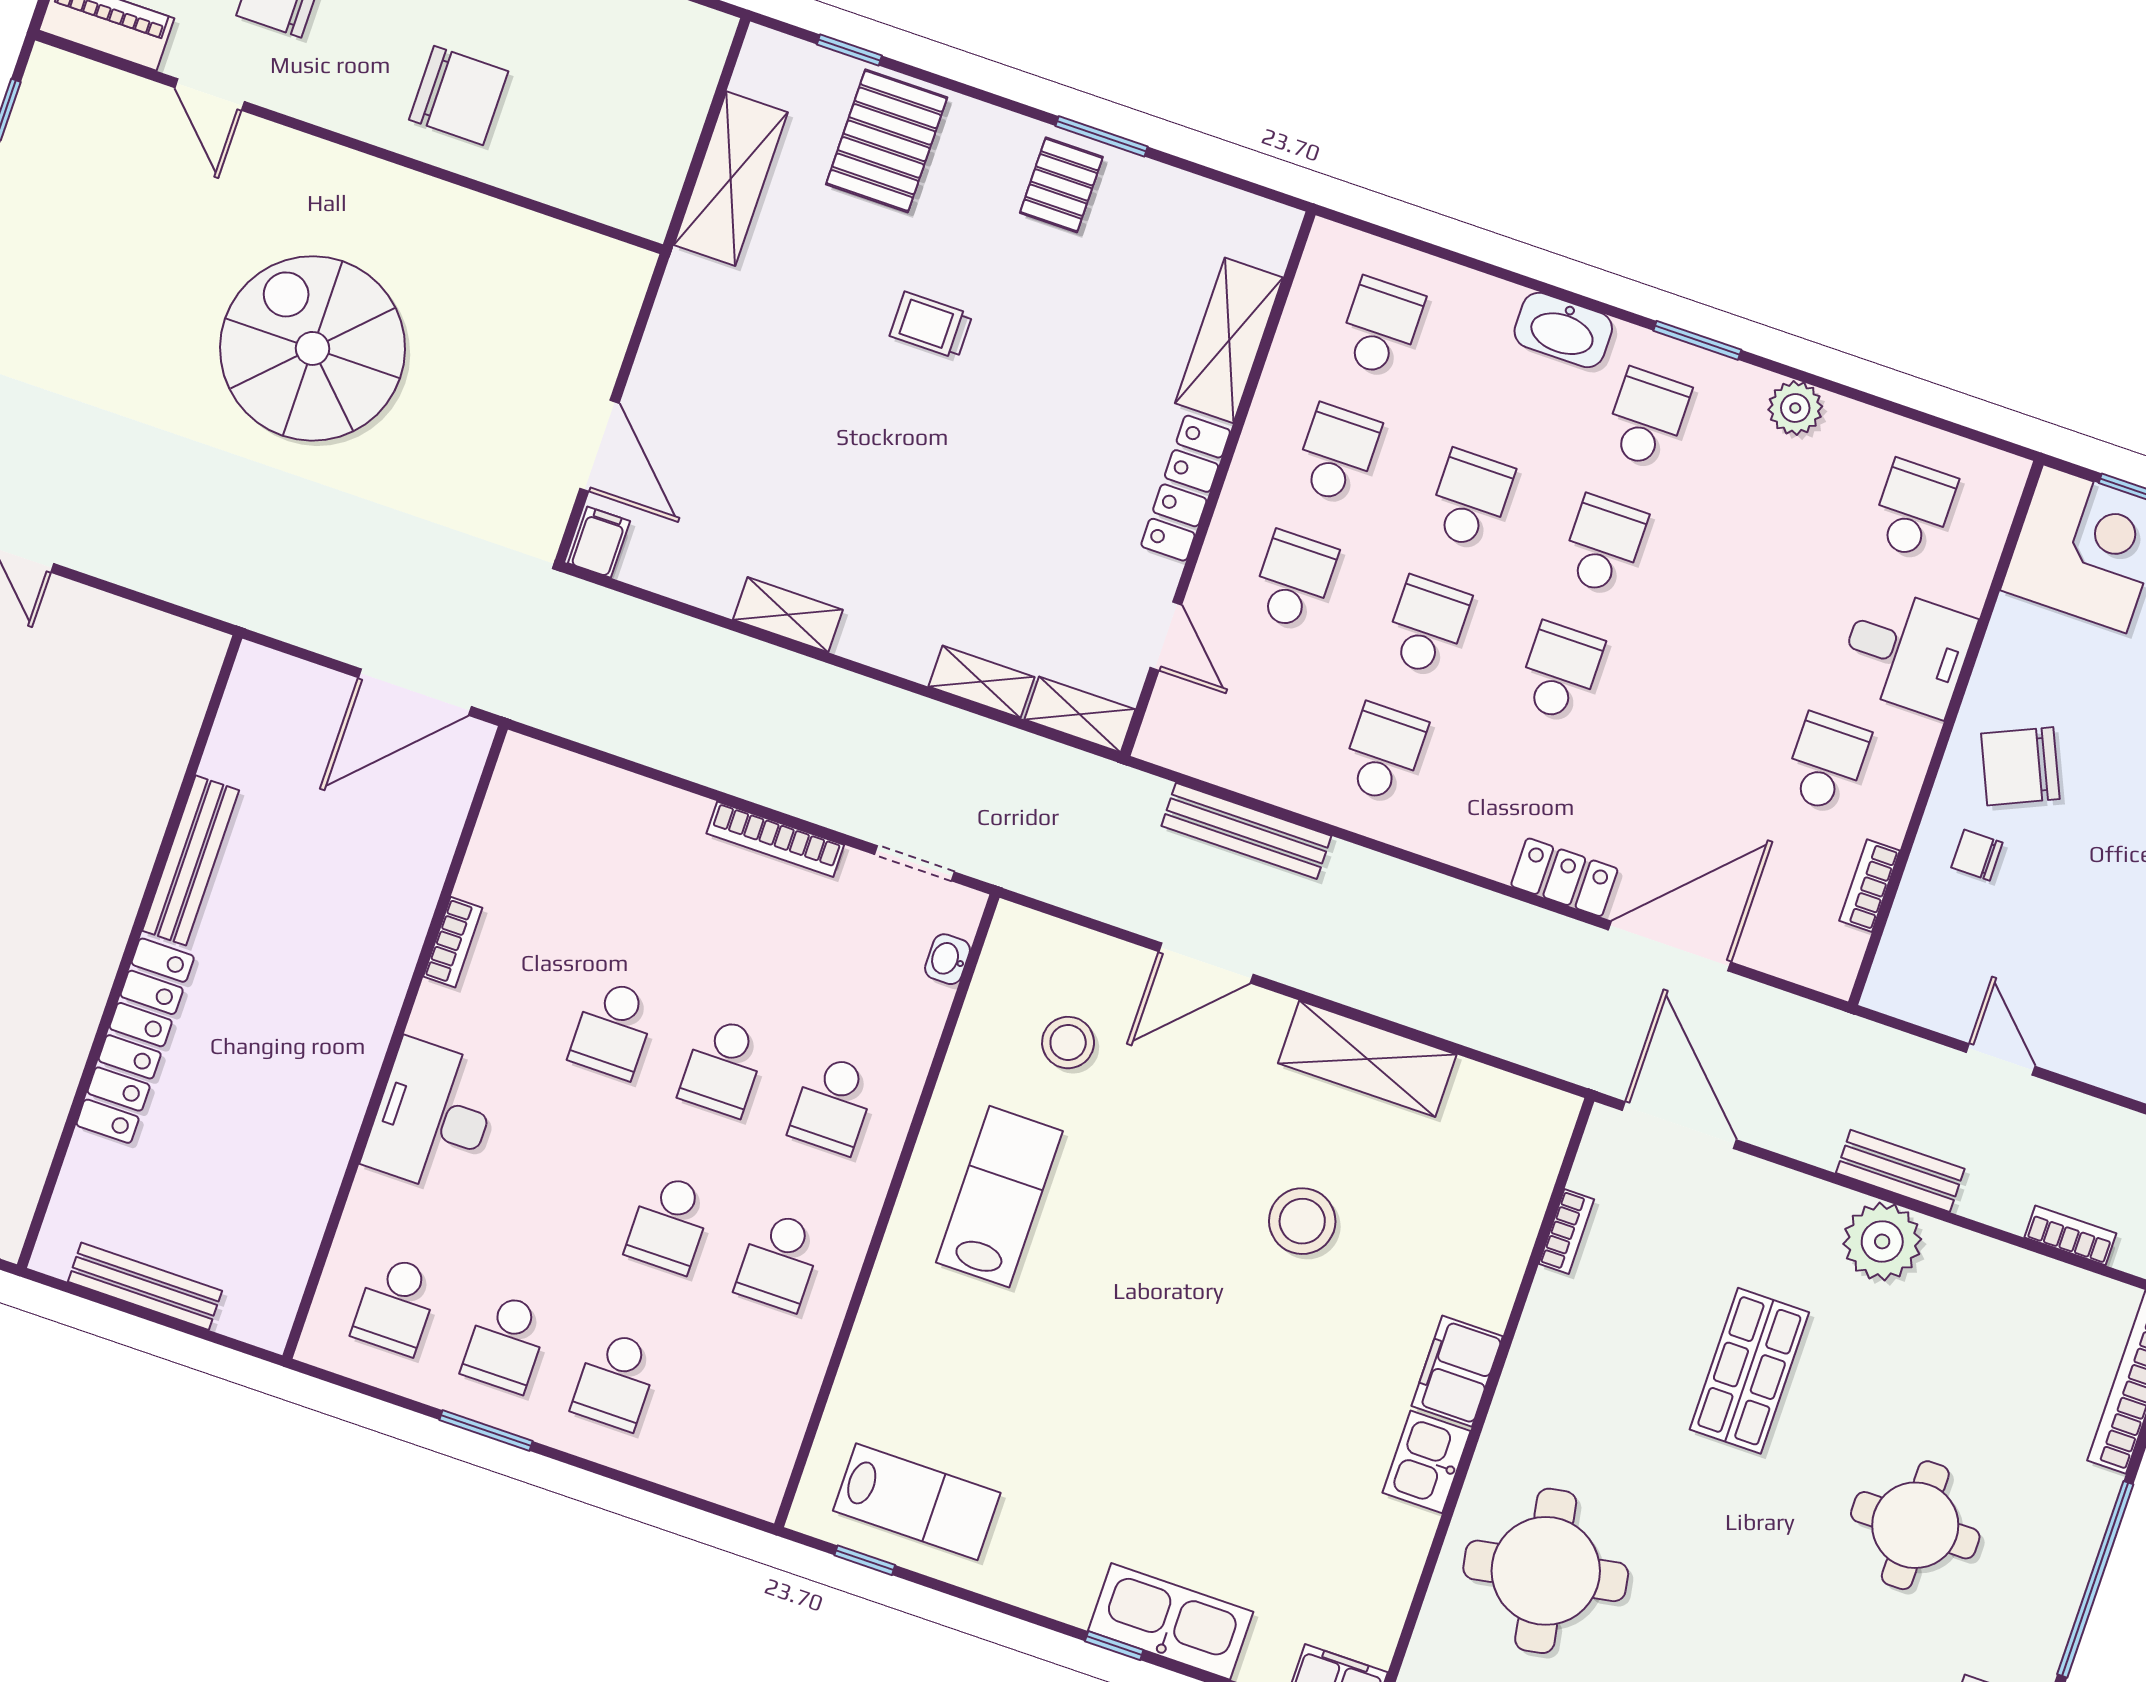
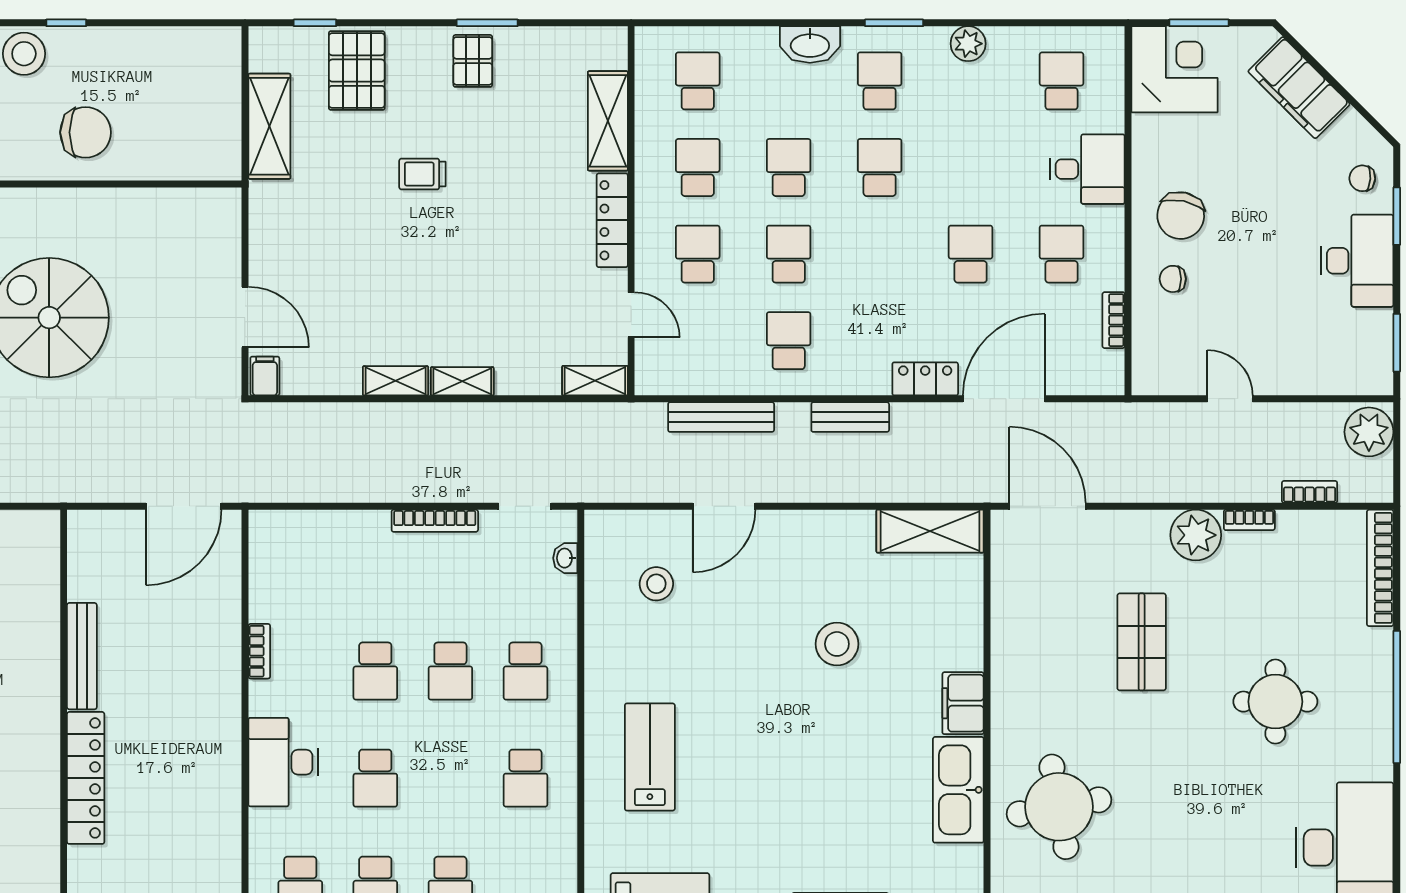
school desk: (1560, 672) -> (971, 254), moved
shelving: (981, 682) -> (462, 381), moved
chair: (2020, 766) -> (1181, 216), turned -54
shelving: (1367, 1059) -> (930, 531), moved
bench: (1900, 1171) -> (850, 417), moved
lab bench: (999, 1197) -> (650, 757), moved
school desk: (669, 1224) -> (375, 778), moved
bookcase: (1566, 1232) -> (1249, 520), moved, turned 90
kitchen sink: (1426, 1462) -> (958, 790), width x1.87, depth x1.24

